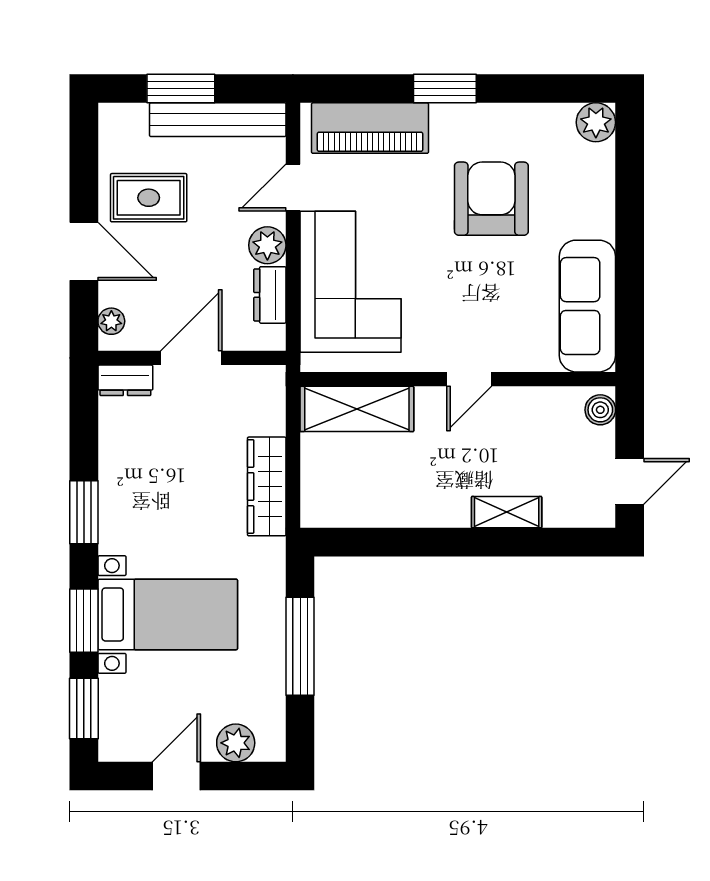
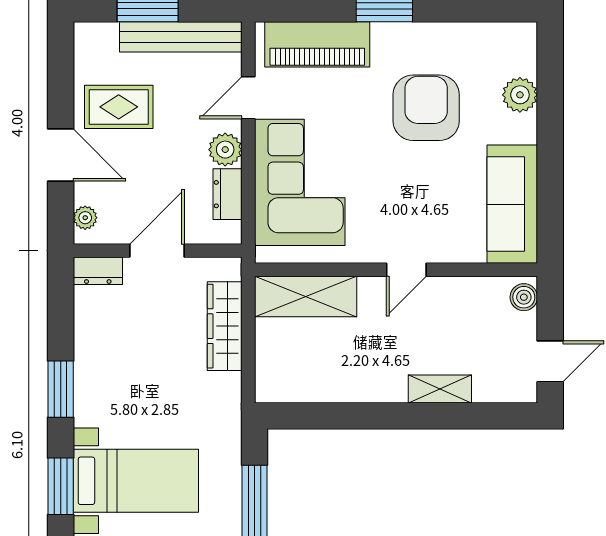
plant: (596, 122) -> (520, 95), moved
wardrobe: (267, 486) -> (225, 326), moved

